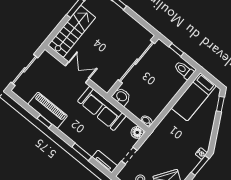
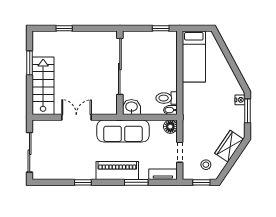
window: (176, 50) -> (161, 28), moved
toilet: (184, 70) -> (167, 98), moved
window: (220, 104) -> (222, 44), removed
piano: (48, 110) -> (117, 171), moved

